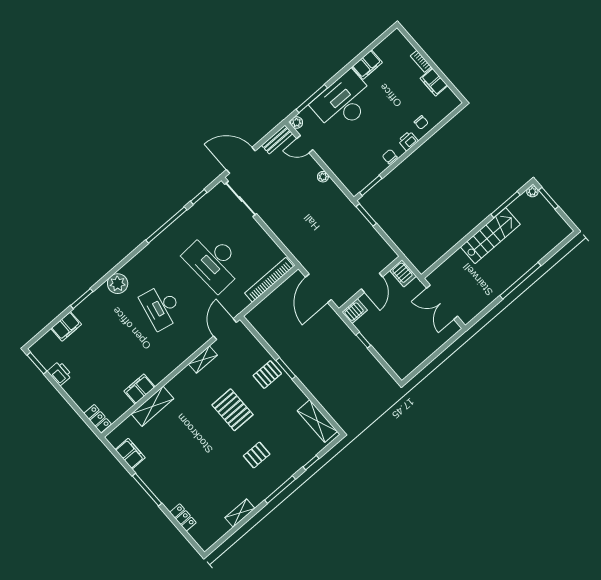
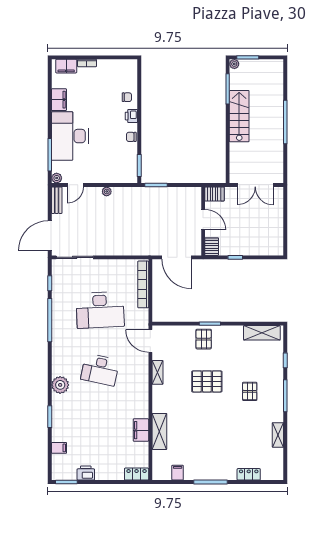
filing cabinet: (434, 82) -> (66, 66), moved
filing cabinet: (66, 326) -> (59, 448), width x0.50
filing cabinet: (130, 454) -> (178, 473), width x0.50

